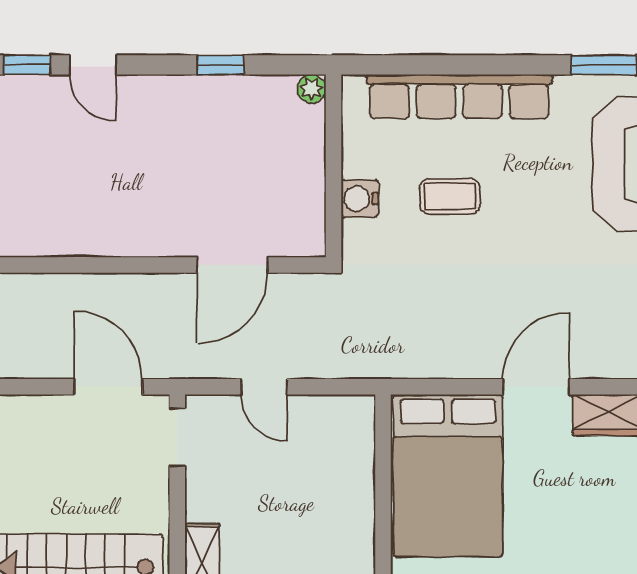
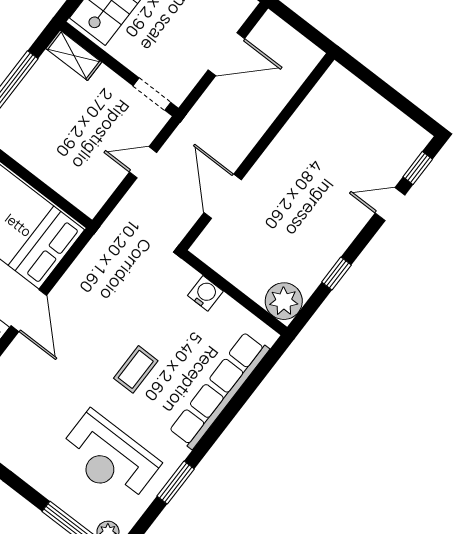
plant: (312, 89) -> (284, 301), width x1.87, depth x1.87
coffee table: (450, 196) -> (136, 369), moved
door: (108, 387) -> (226, 54), moved

